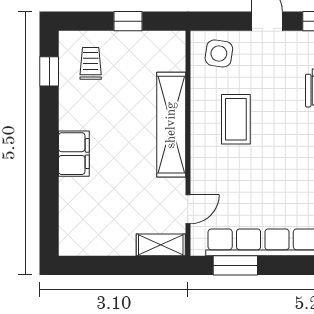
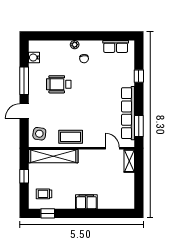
coffee table: (236, 119) -> (71, 137), moved
shelving: (171, 125) -> (53, 156), moved

